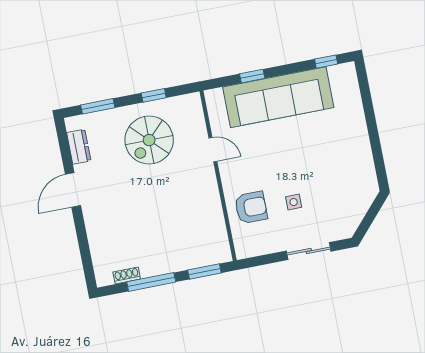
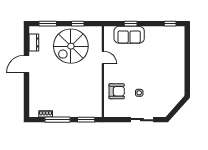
sofa: (278, 97) -> (129, 35), width x0.54, depth x0.79
spiral stairs: (149, 140) -> (71, 46), width x1.37, depth x1.37

